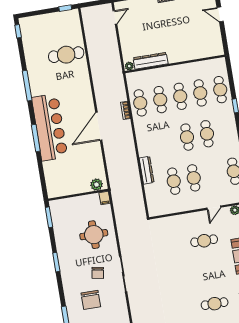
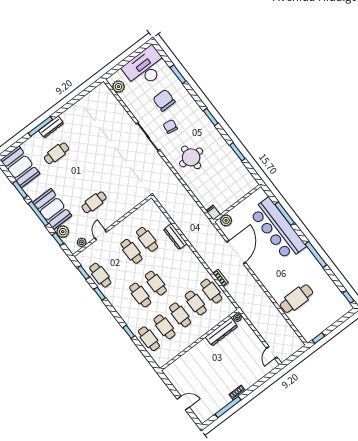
plant: (97, 185) -> (226, 220), moved
wall: (78, 195) -> (237, 203), moved
filing cabinet: (105, 198) -> (213, 213), moved

